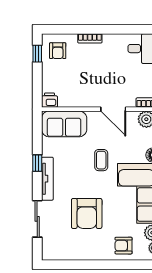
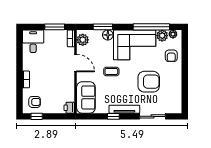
door: (113, 109) -> (76, 63), hinge flipped

